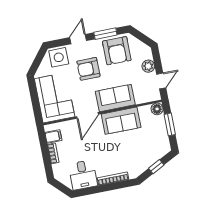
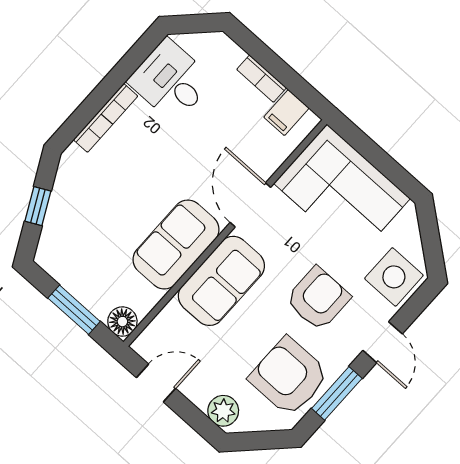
plant: (148, 66) -> (223, 411), moved
door: (161, 81) -> (156, 383), swing flipped

